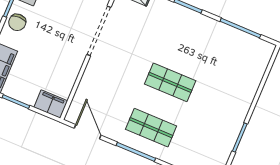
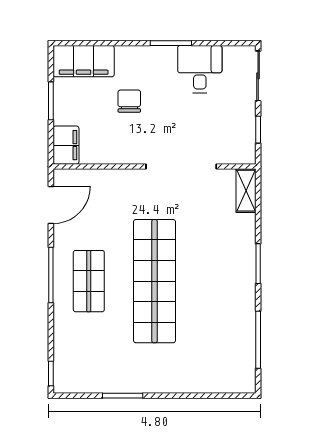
chair: (17, 22) -> (129, 101), moved, turned 90
shop shelf: (170, 82) -> (154, 281), width x2.00, depth x1.36

